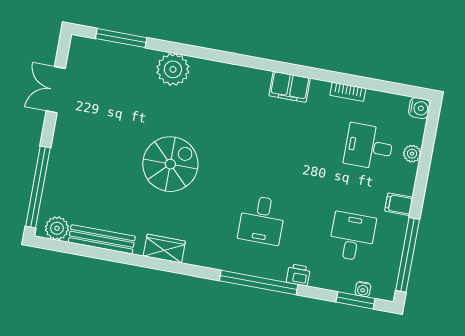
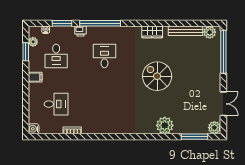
plant: (81, 48) -> (214, 128), added
filing cabinet: (290, 87) -> (103, 127), removed
plant: (412, 154) -> (33, 42), moved
spiral stairs: (170, 164) -> (157, 76), turned 90
window: (408, 255) -> (26, 52), width x0.47
window: (355, 300) -> (62, 23), moved

